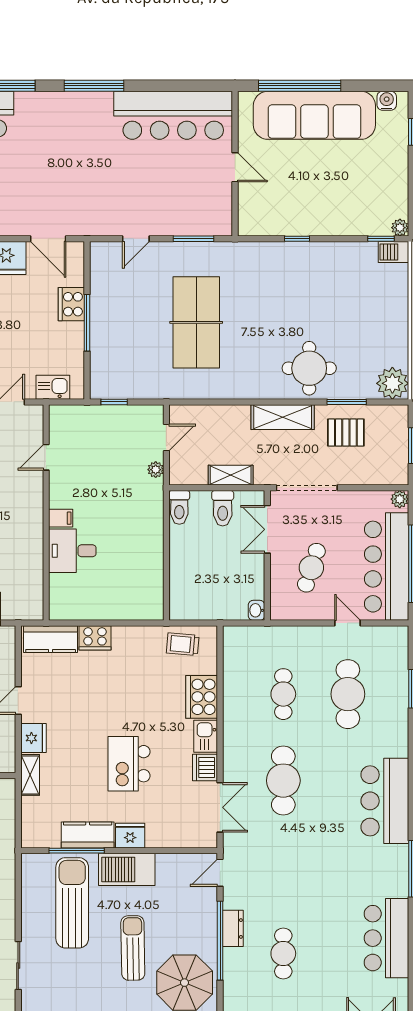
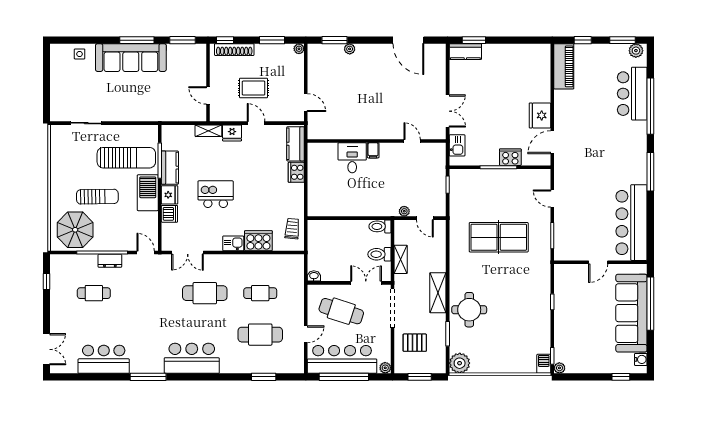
pallet: (346, 433) -> (415, 343), moved, turned 90
cafe table: (311, 568) -> (341, 311), width x1.37, depth x1.35
dishwasher: (205, 767) -> (169, 214), moved, turned 90

